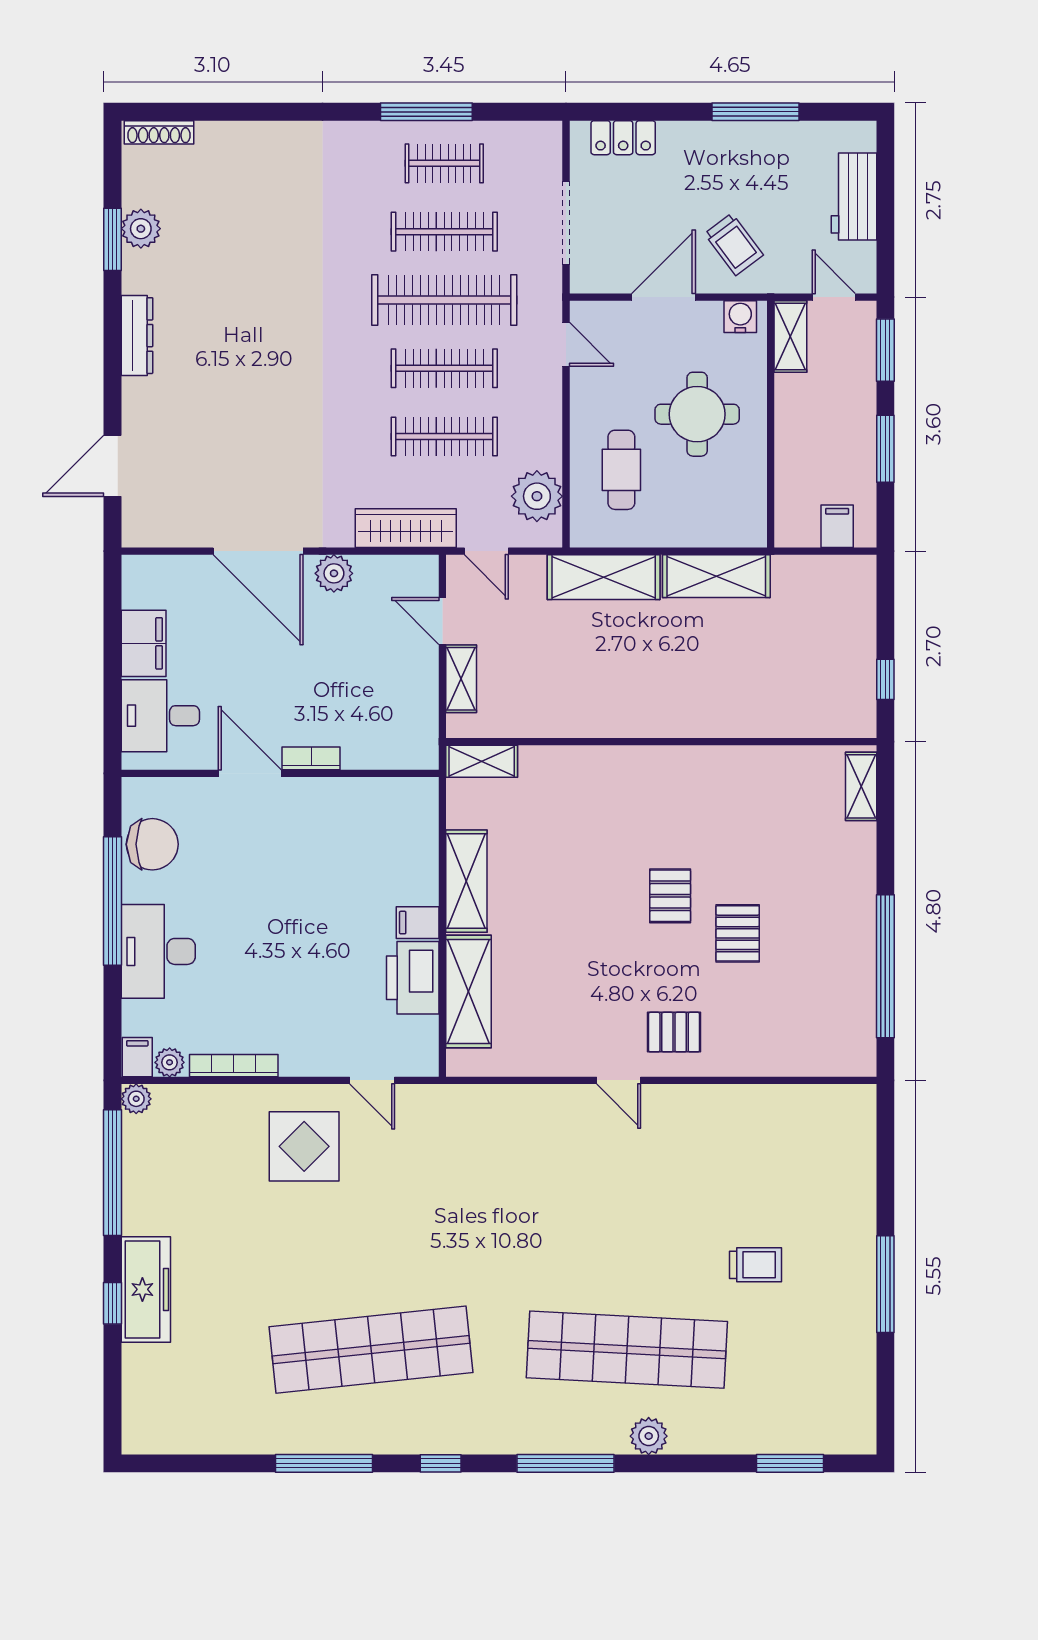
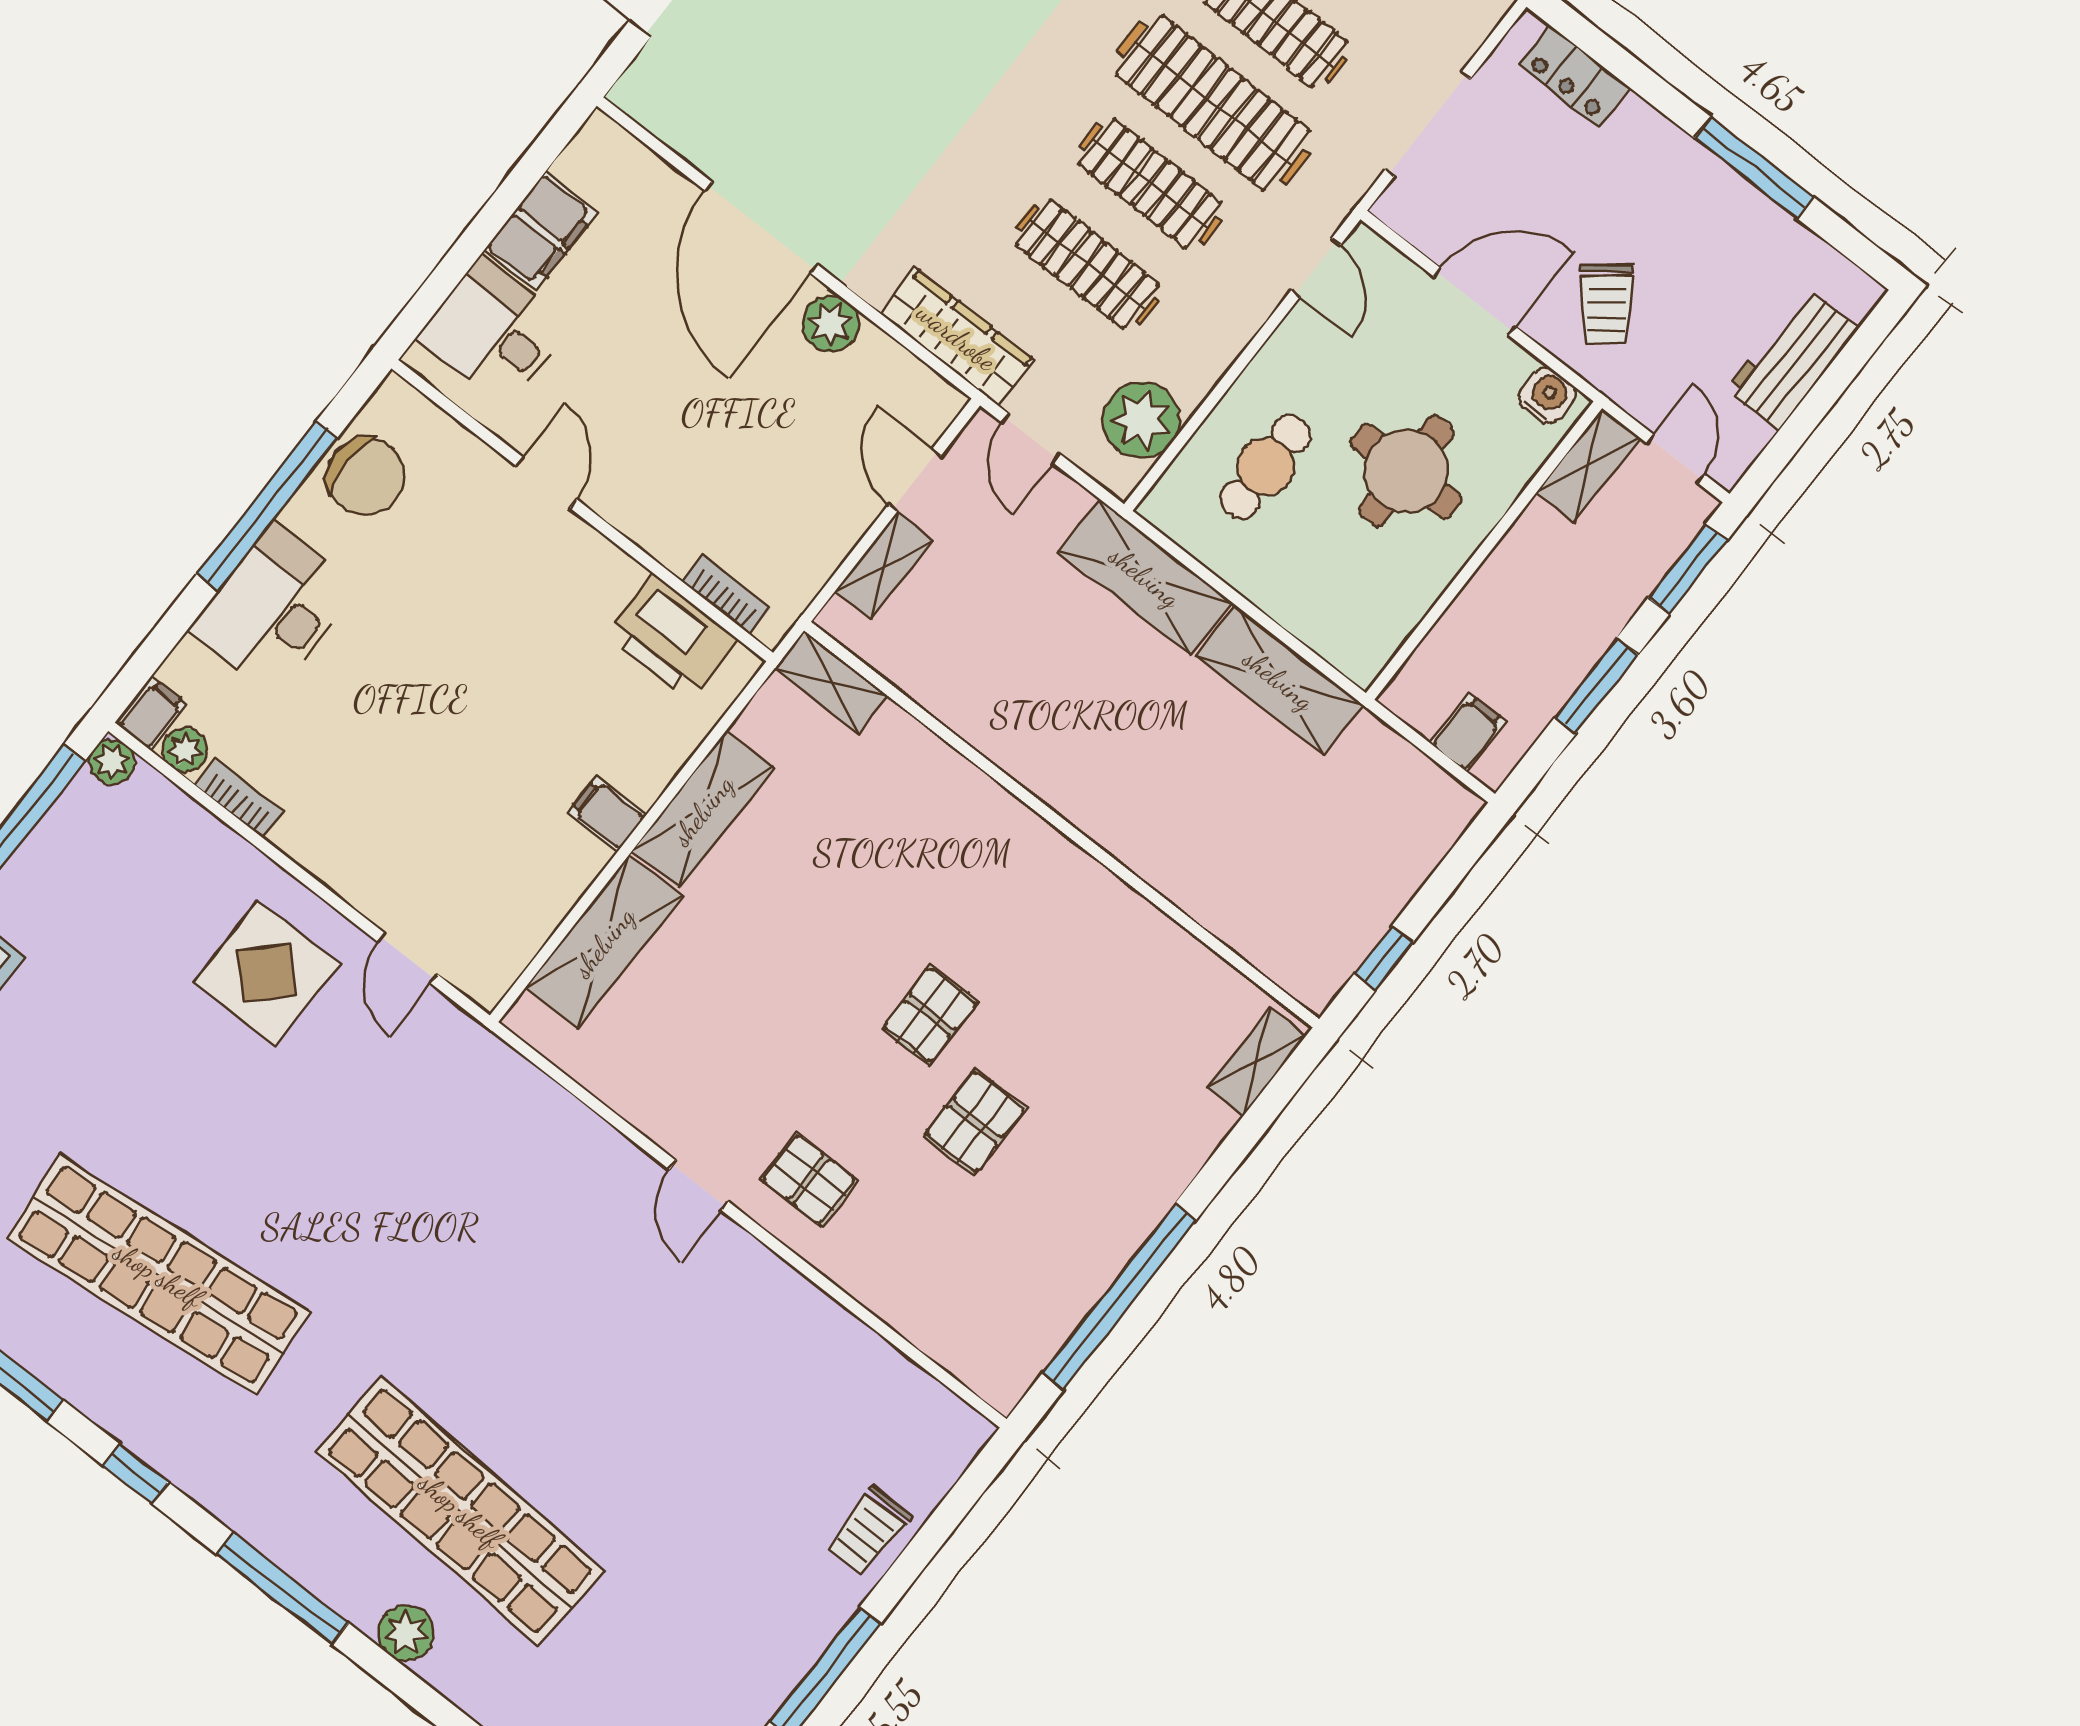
bookcase: (311, 758) -> (726, 594), moved
door: (250, 773) -> (546, 482), width x0.73
printer: (413, 978) -> (672, 637), moved, turned -90
bookcase: (234, 1066) -> (239, 798), width x0.64
trolley: (755, 1265) -> (869, 1531), moved, turned 90

